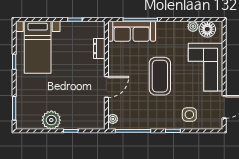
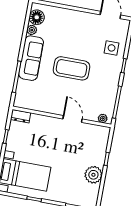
sofa: (132, 31) -> (31, 58), moved
dresser: (99, 48) -> (20, 116), moved
corner sofa: (206, 67) -> (71, 25), removed

